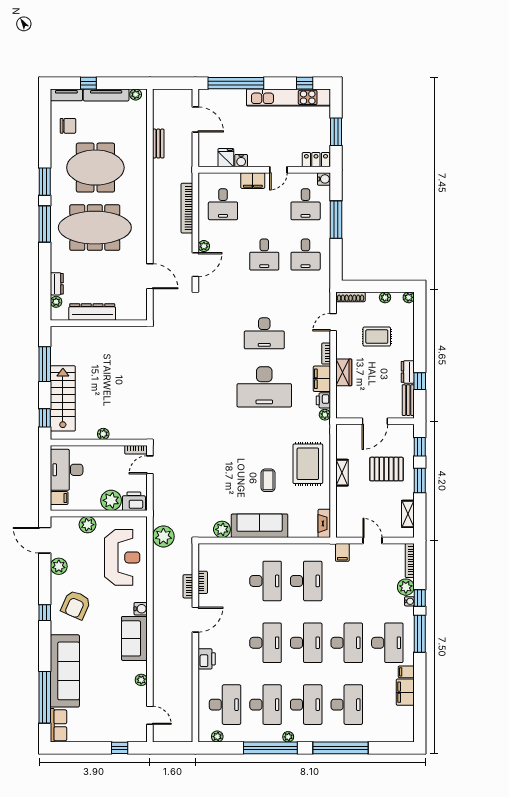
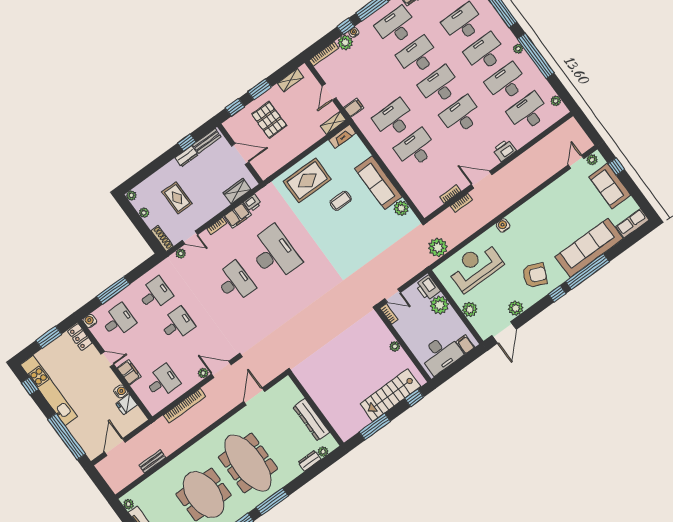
wardrobe: (344, 372) -> (237, 191), moved
plant: (325, 415) -> (181, 254), moved
shelving: (342, 473) -> (333, 123), moved
sofa: (134, 638) -> (610, 186), moved, turned 90
plant: (141, 680) -> (592, 160), moved
window: (45, 697) -> (587, 272), moved

